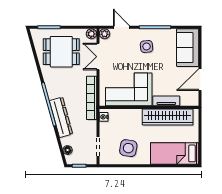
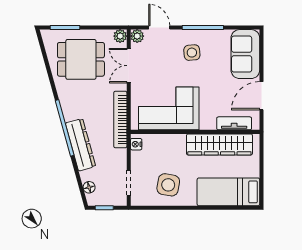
tv unit: (166, 101) -> (234, 123), moved

